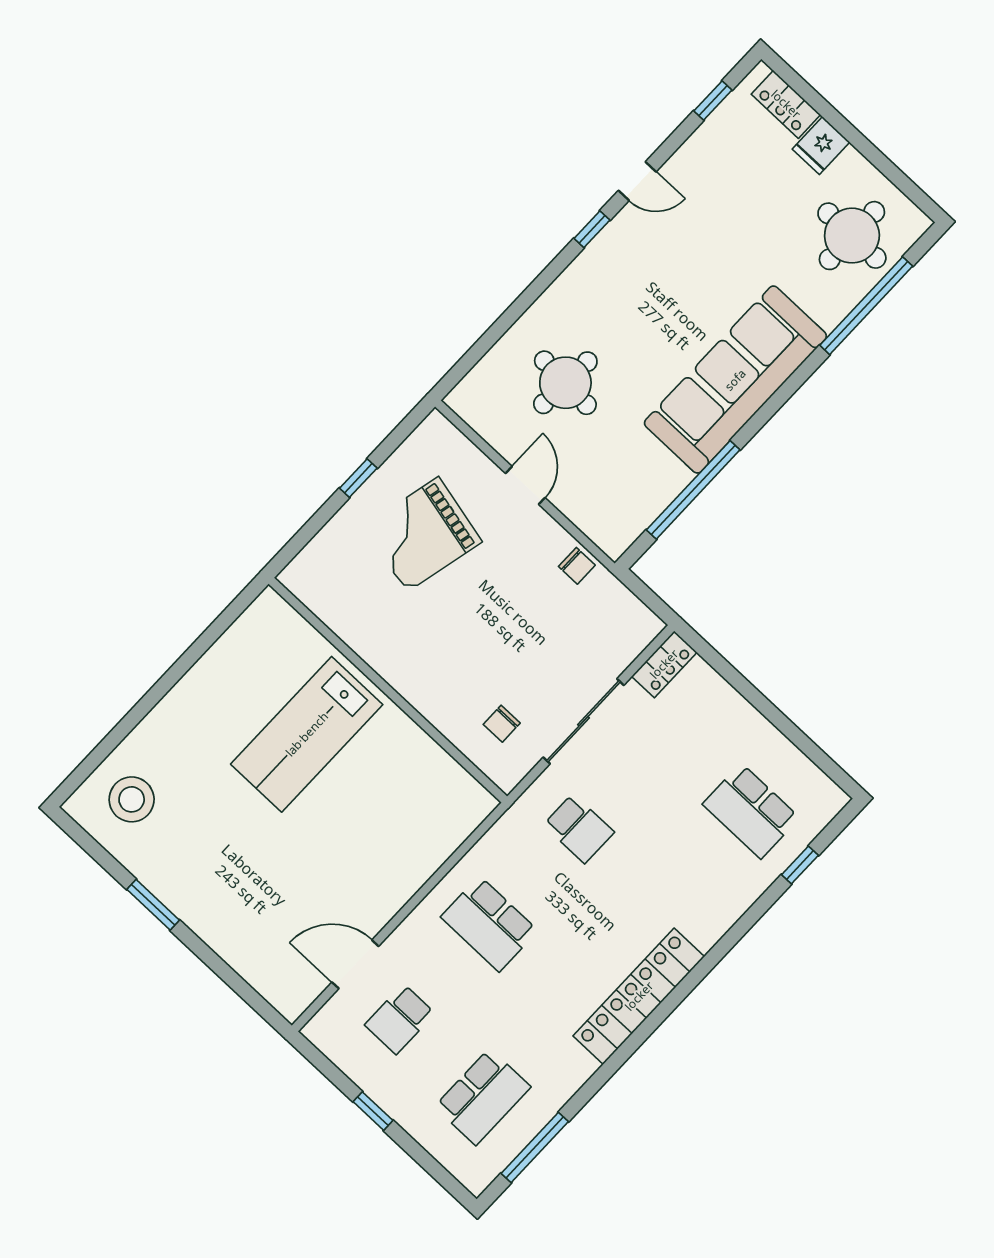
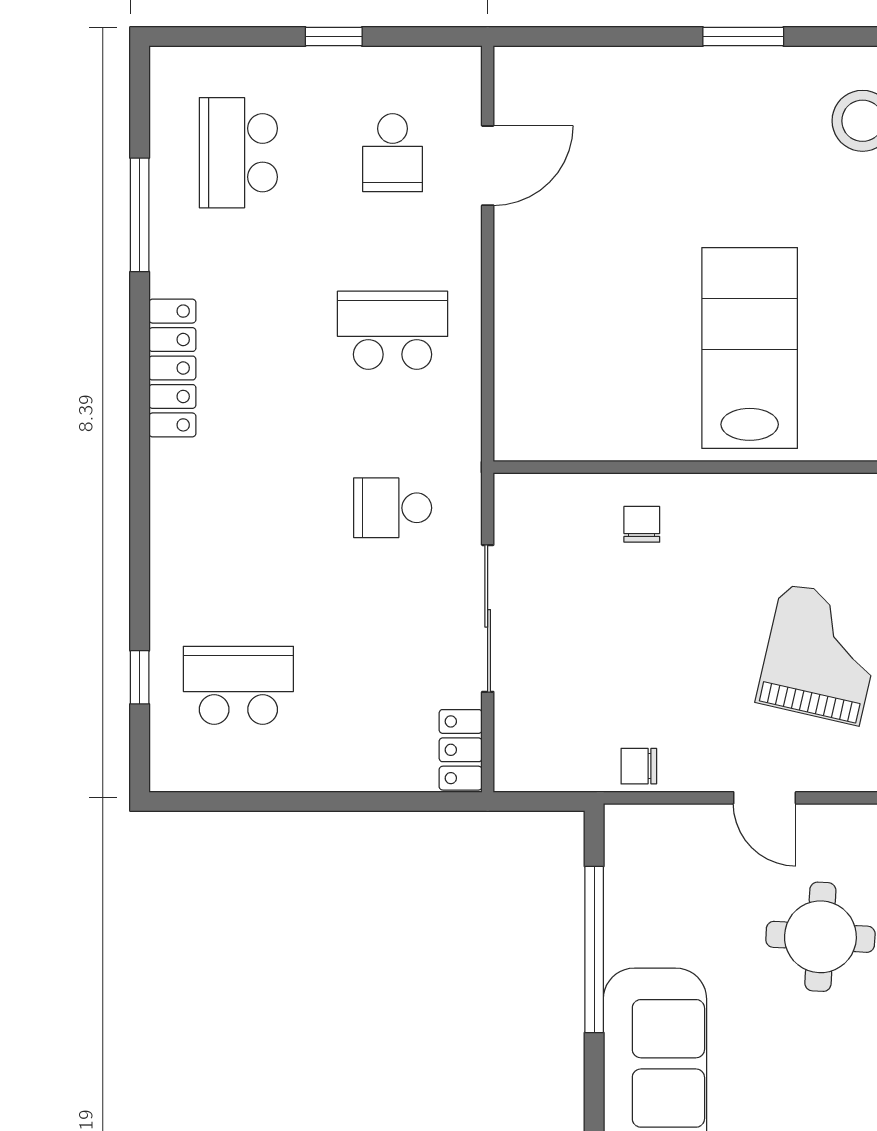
chair: (502, 724) -> (642, 524), moved
locker: (639, 996) -> (172, 368), width x0.71, depth x0.83
school desk: (400, 1019) -> (393, 153), turned 180
window: (535, 1147) -> (140, 215), moved

